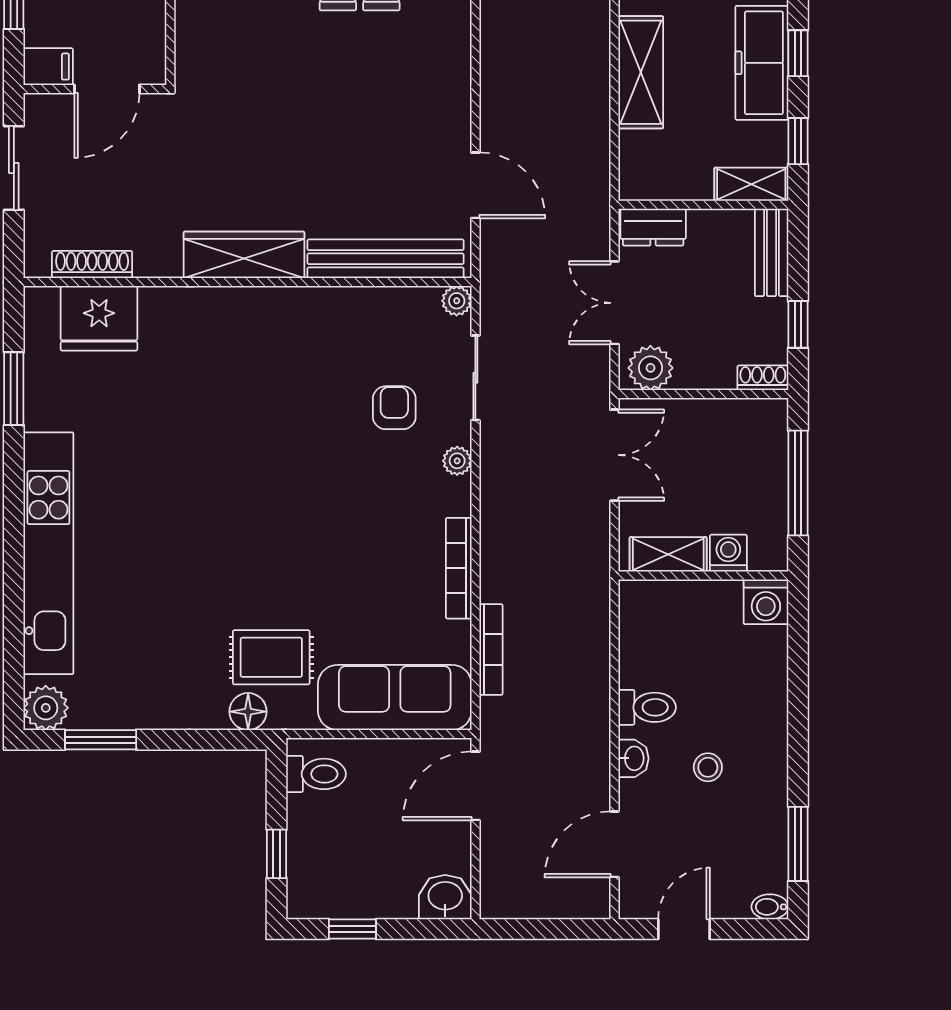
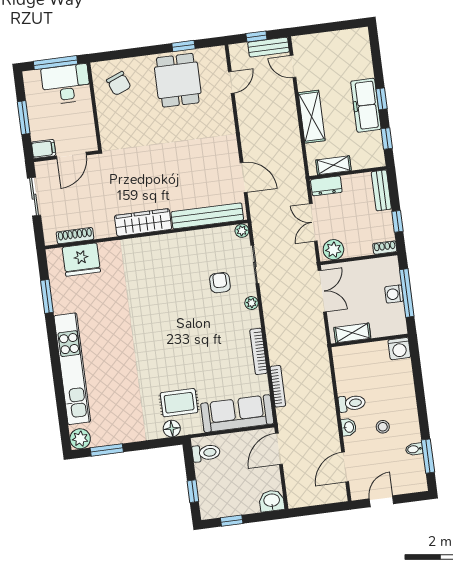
shelving: (751, 184) -> (333, 165), moved
washing machine: (728, 553) -> (394, 294), moved, turned -90
bidet: (770, 907) -> (414, 449), moved

